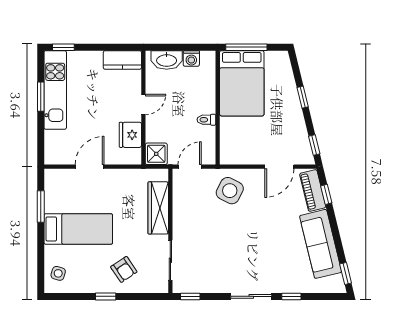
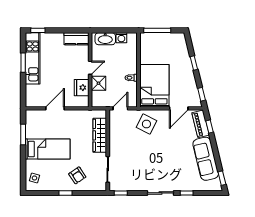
bed: (242, 83) -> (154, 86), moved, turned 180
shower: (156, 154) -> (98, 83), moved

